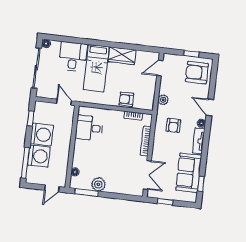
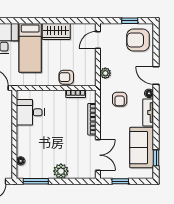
plant: (98, 184) -> (61, 171), moved

